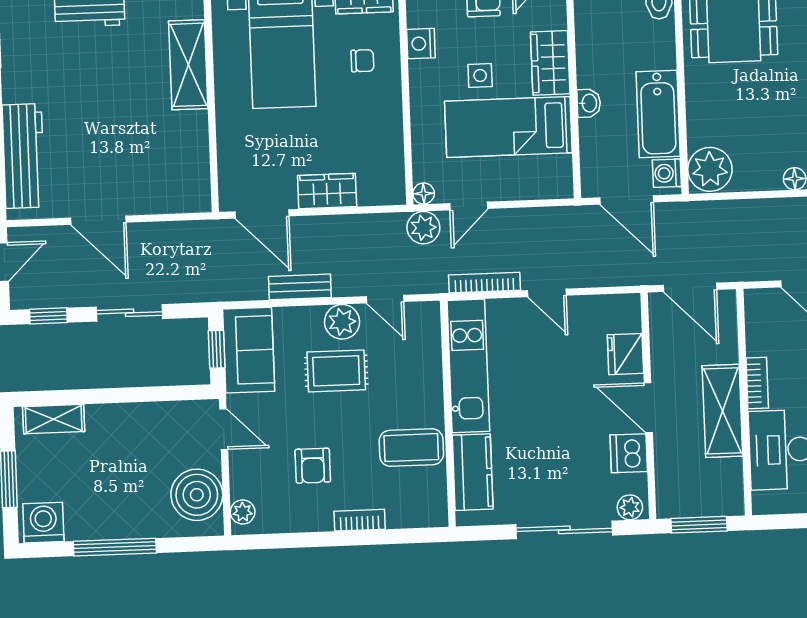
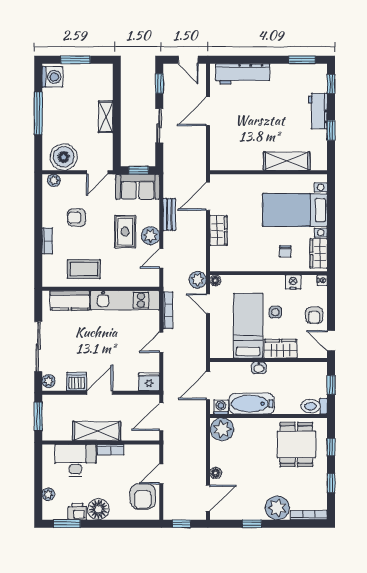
fridge: (625, 354) -> (149, 382), moved
shelving: (54, 419) -> (106, 117), moved
coffee table: (411, 448) -> (84, 269), turned 90

